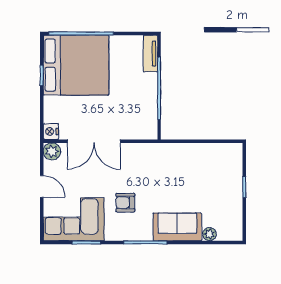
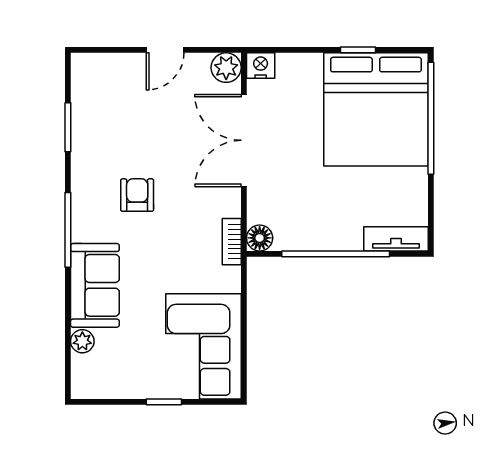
floor lamp: (150, 132) -> (260, 238), added
bookcase: (152, 148) -> (232, 242), added
corner sofa: (74, 219) -> (203, 346), moved, turned 180

